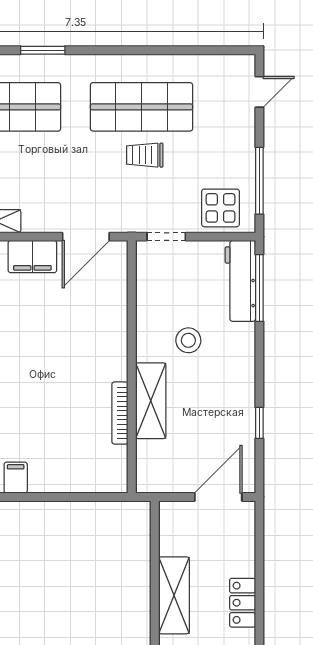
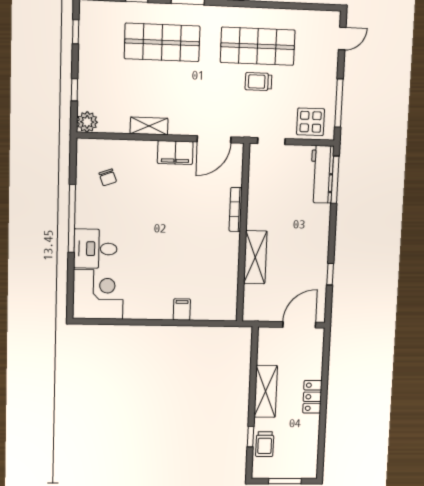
stool: (188, 340) -> (284, 215), removed
bookcase: (120, 413) -> (236, 209), moved
filing cabinet: (16, 478) -> (182, 309), moved

